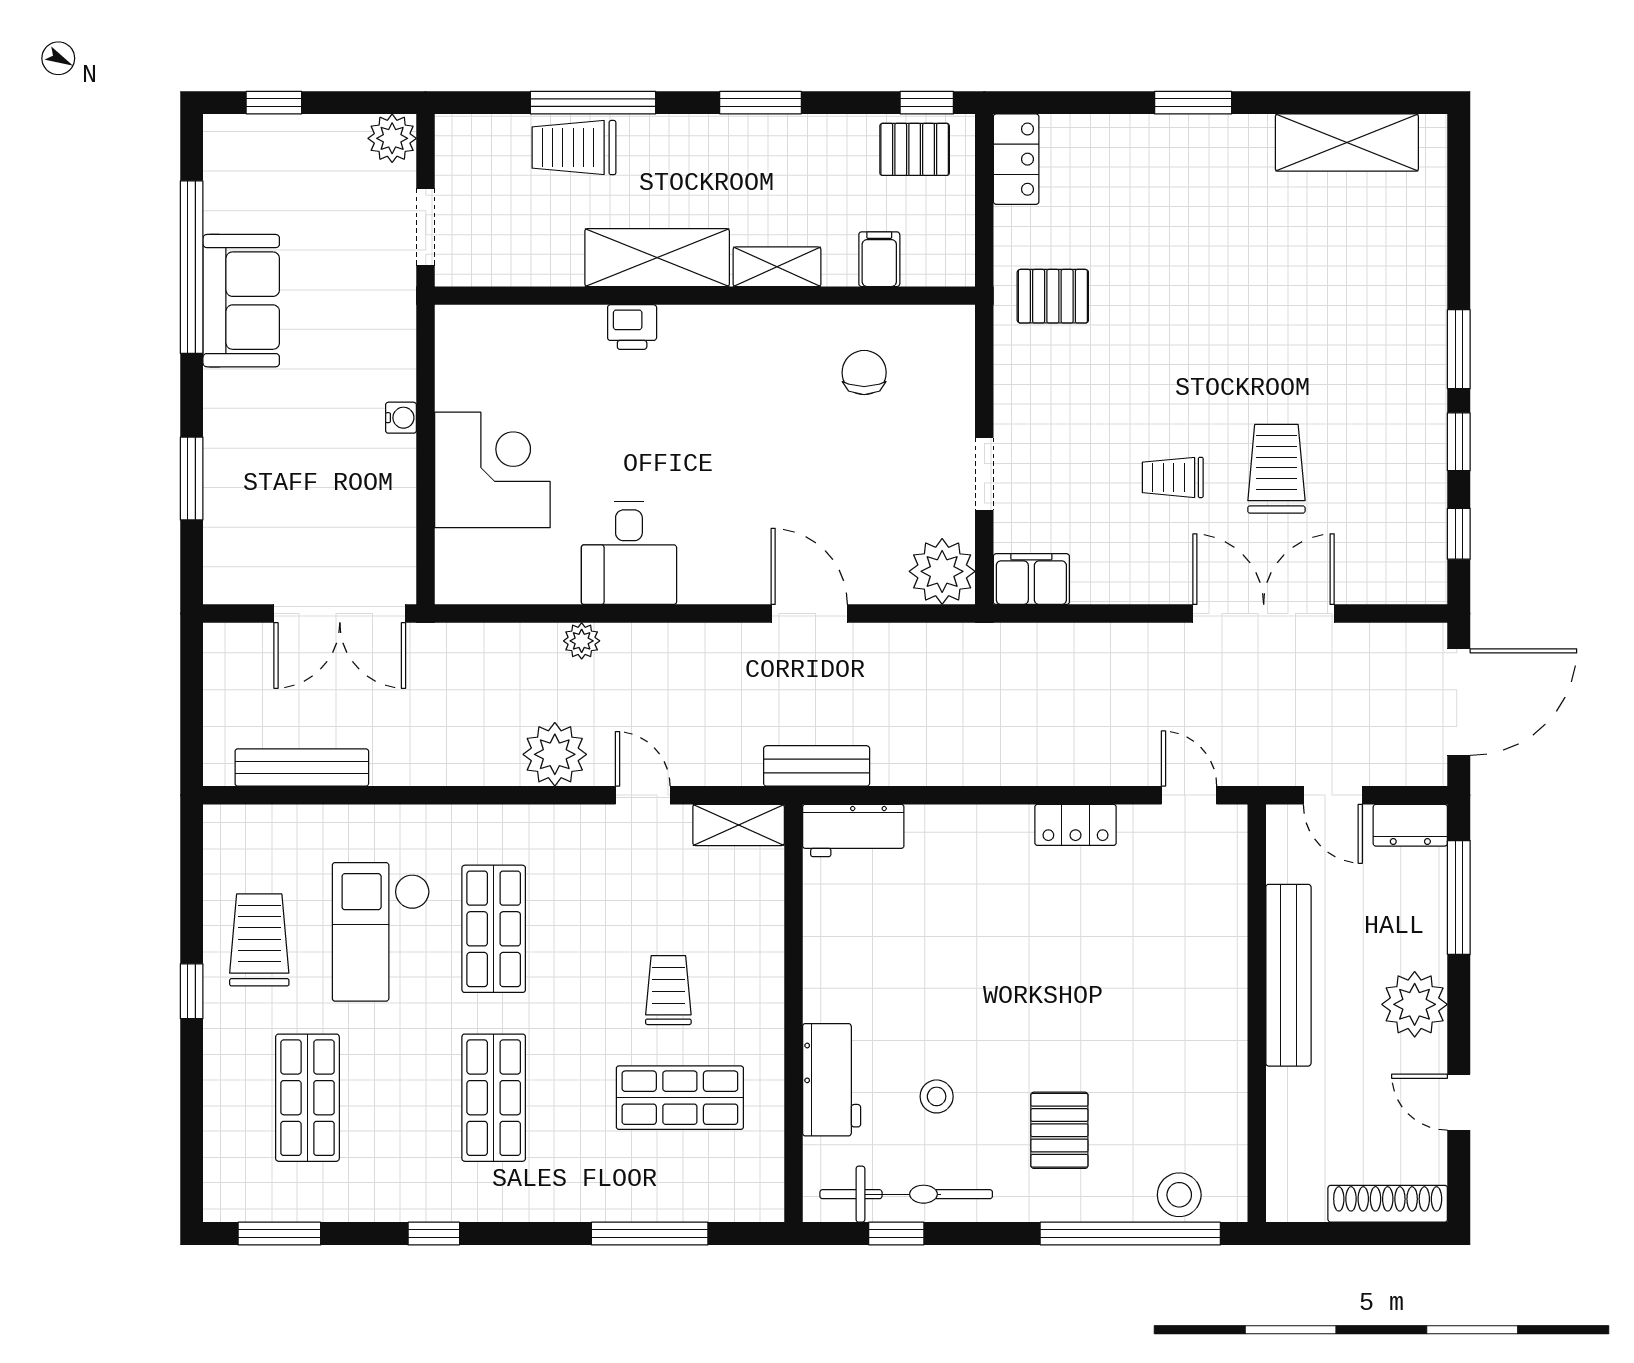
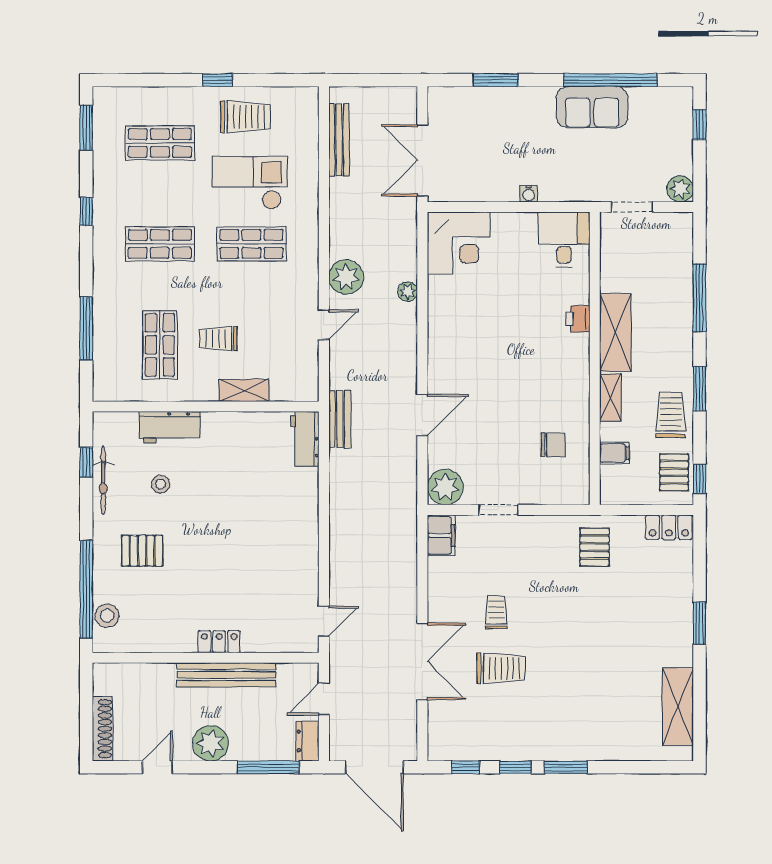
trolley: (574, 148) -> (671, 415), moved
corner desk: (492, 470) -> (459, 243), moved
desk: (629, 553) -> (564, 240), moved, turned 90
shelving: (739, 825) -> (244, 390), moved, turned 90
locker: (1076, 825) -> (219, 642), moved, turned 90
trolley: (668, 990) -> (218, 339), turned 180
bicycle: (906, 1194) -> (103, 480), width x0.73, depth x0.71

